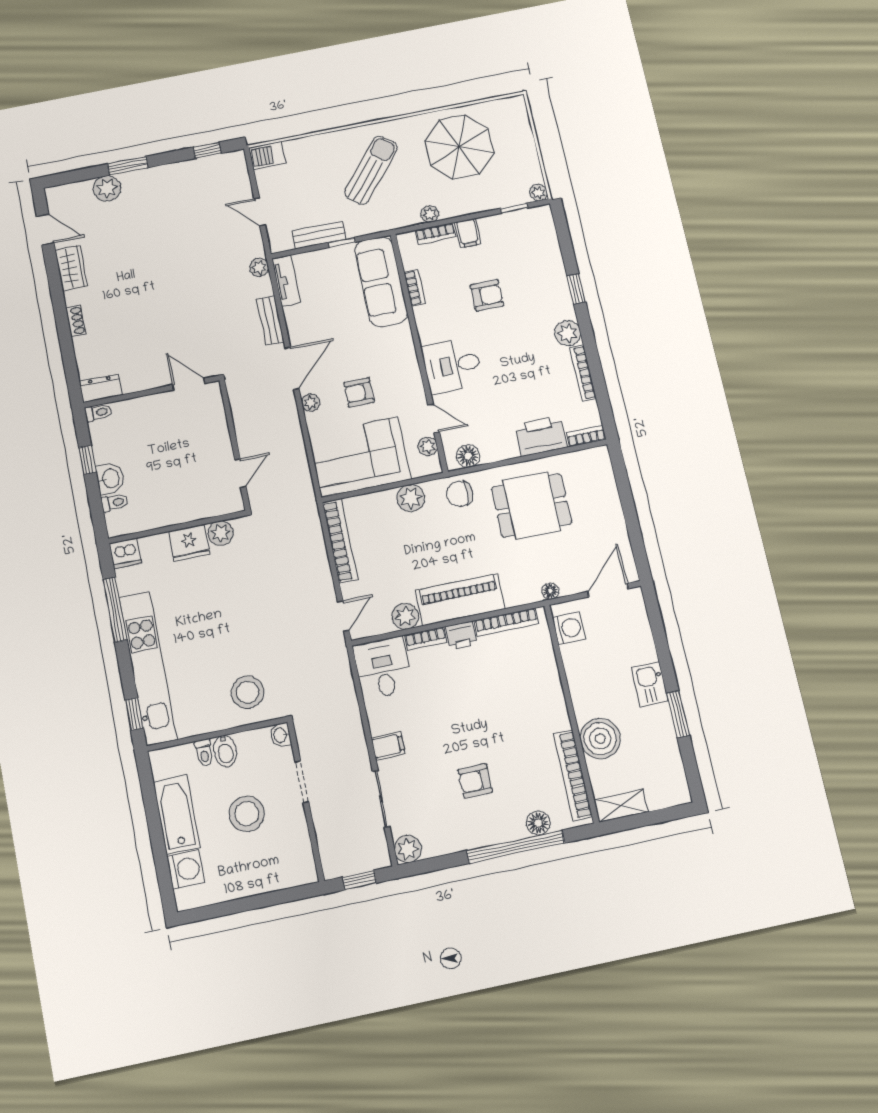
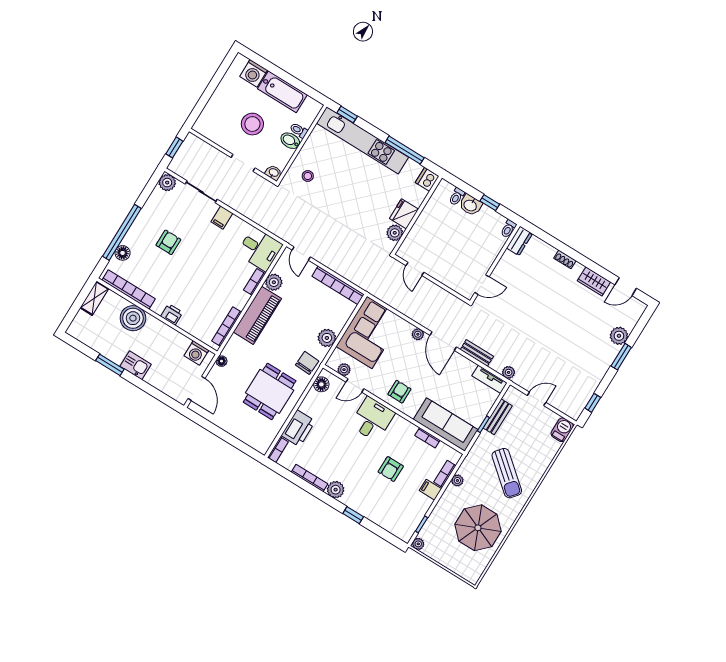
armchair: (359, 392) -> (399, 392), moved
printer: (461, 635) -> (172, 314), moved, turned 90
stool: (248, 692) -> (308, 176), width x0.53, depth x0.53

